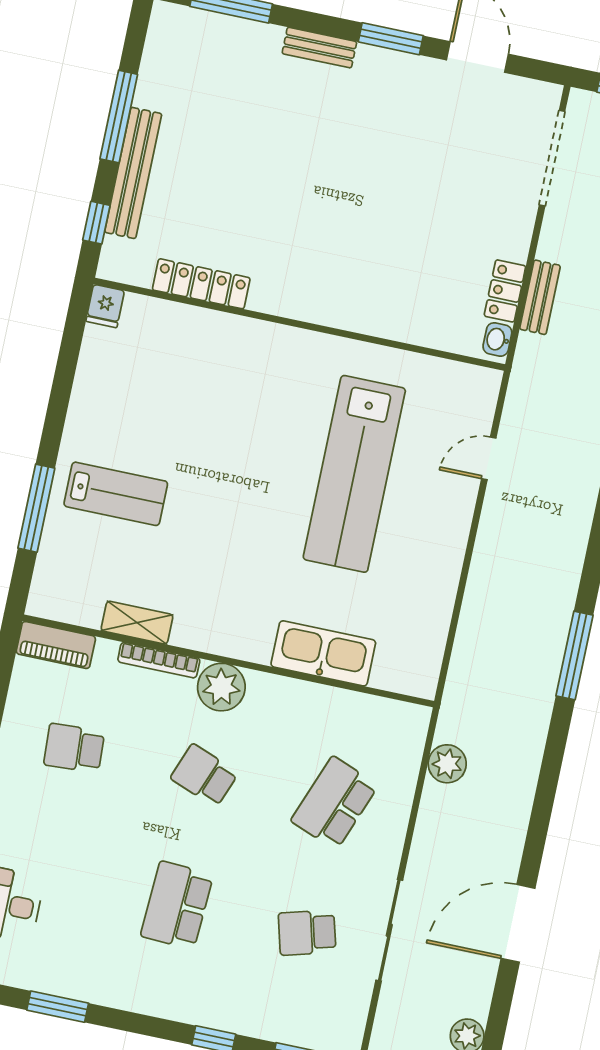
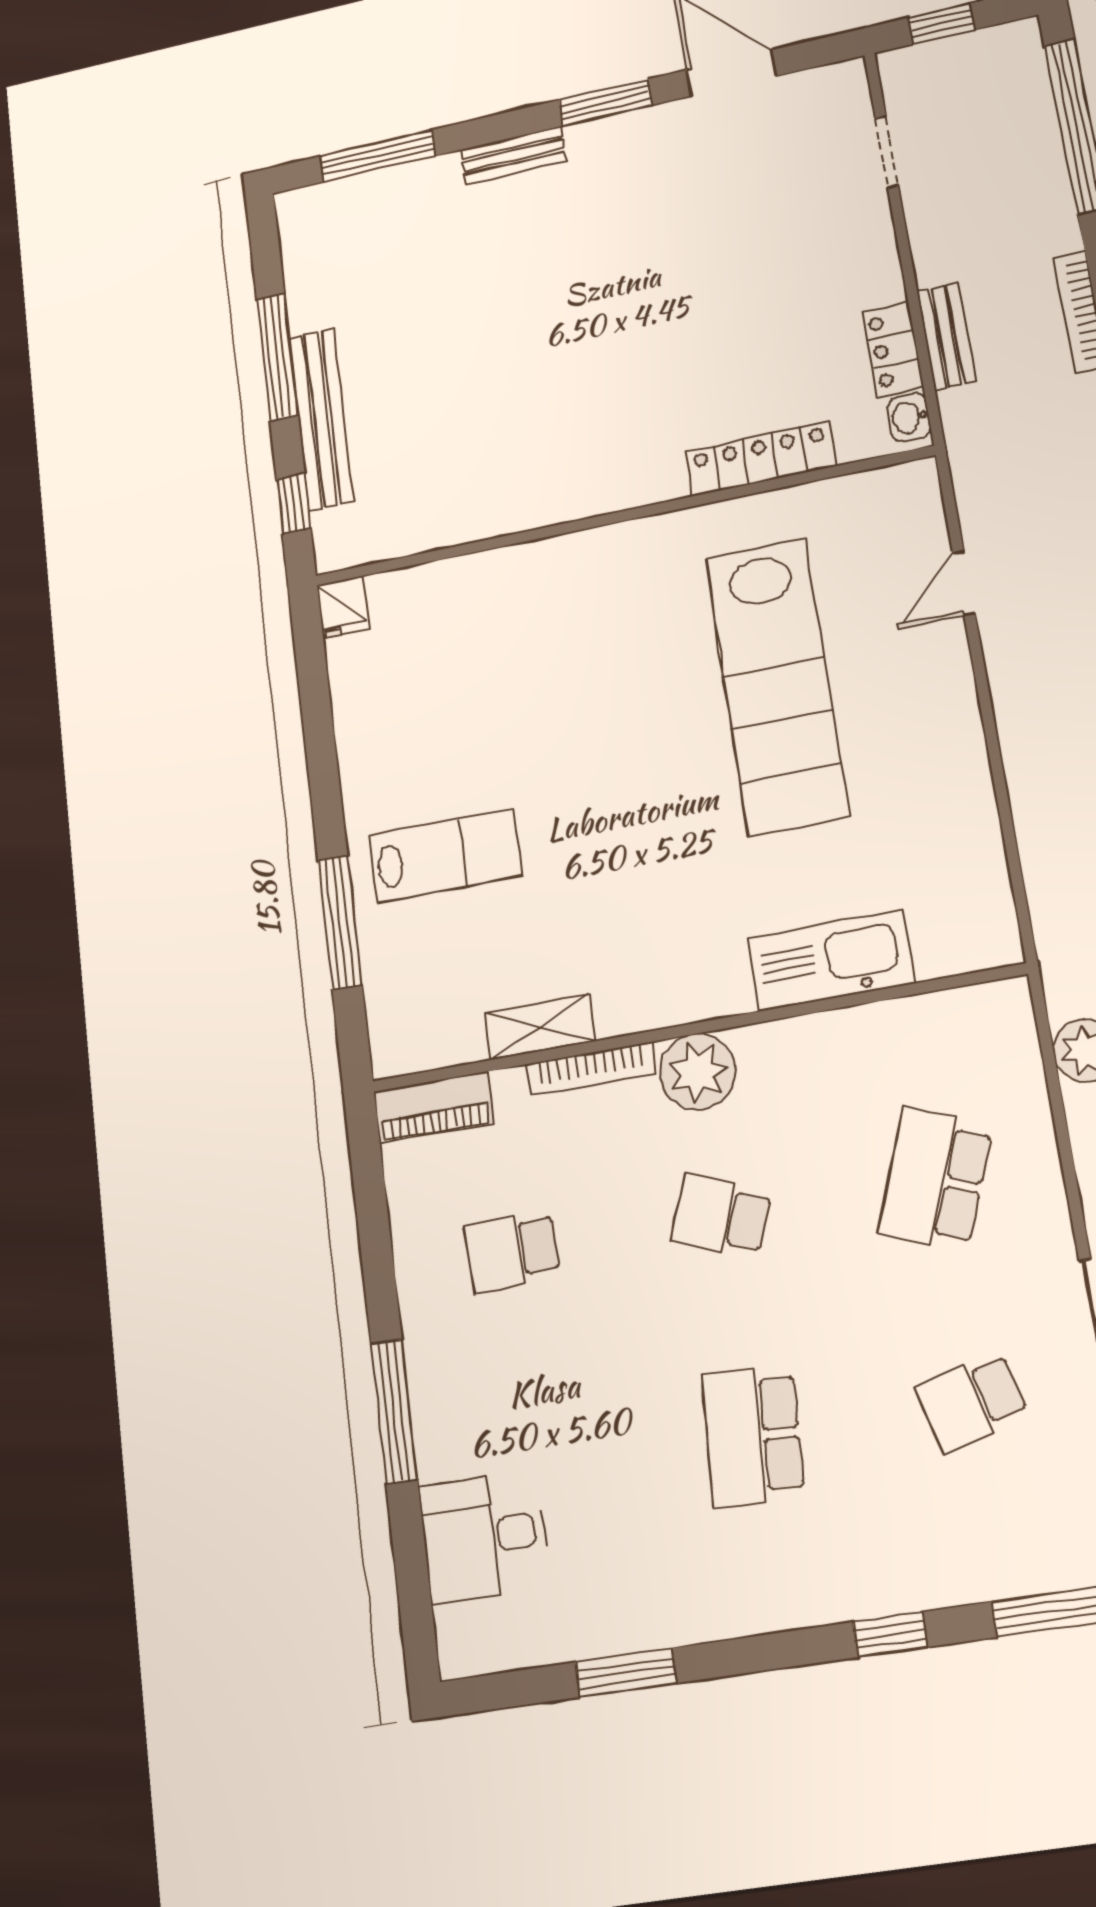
doorway: (552, 158) -> (887, 152), width x0.53
locker: (201, 284) -> (760, 459), moved

